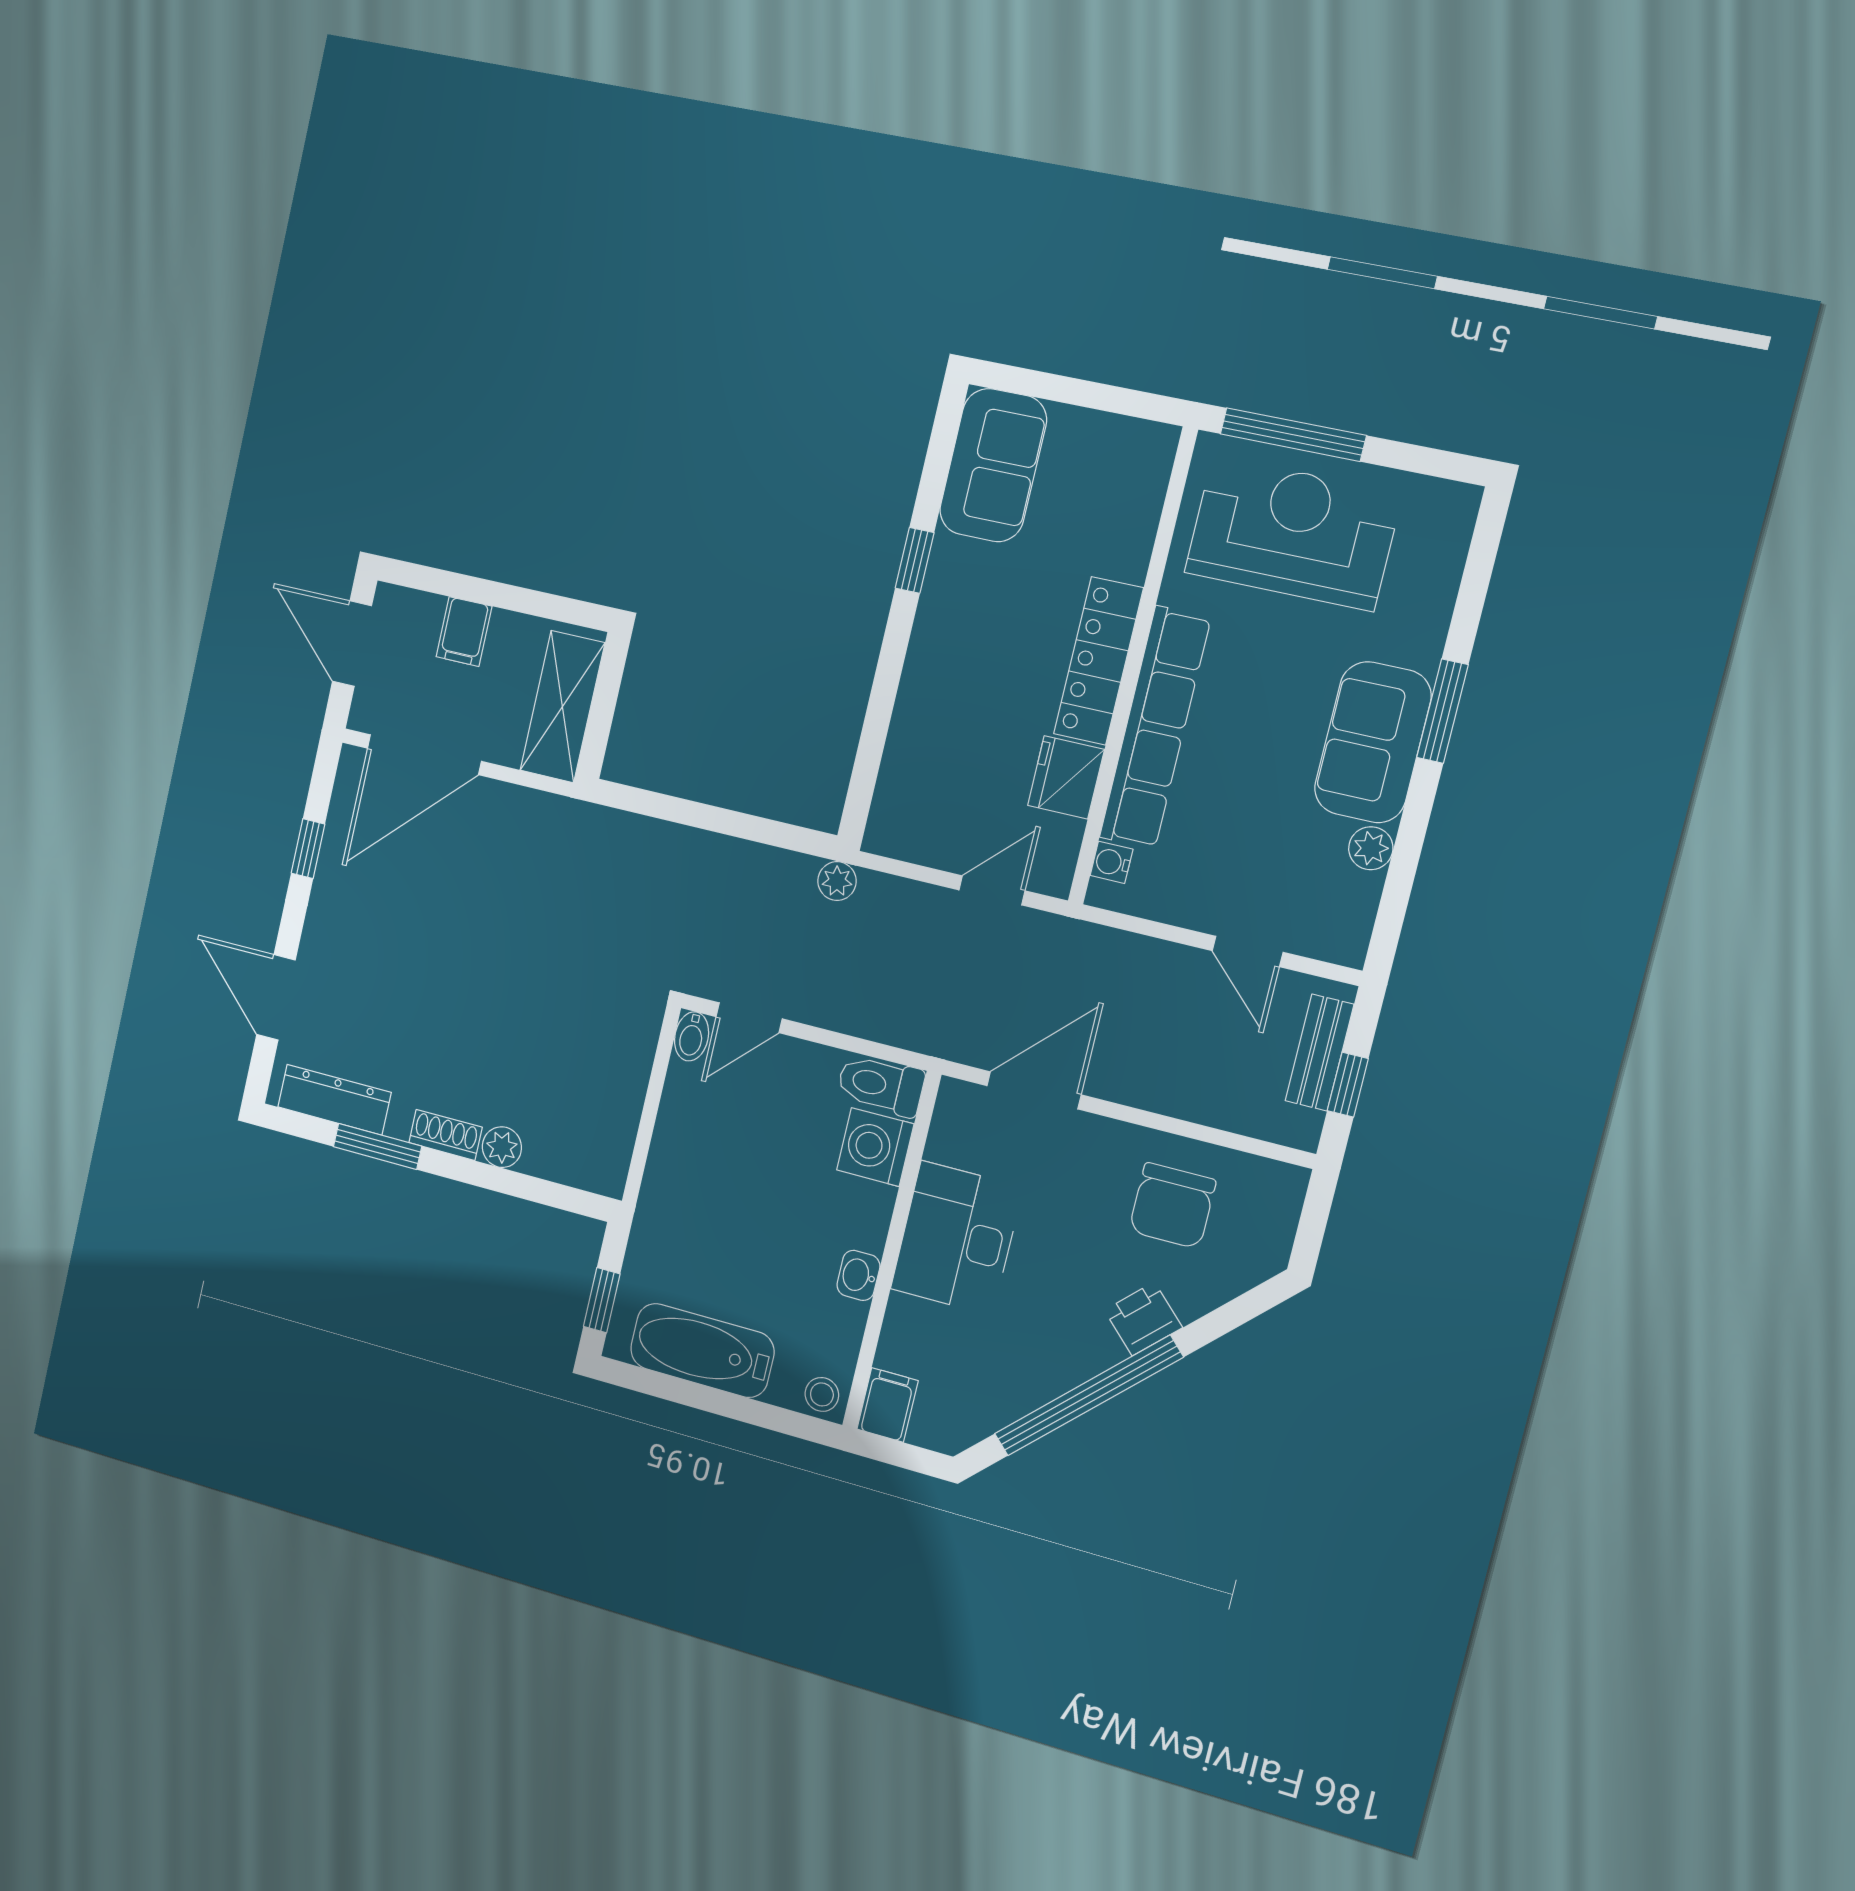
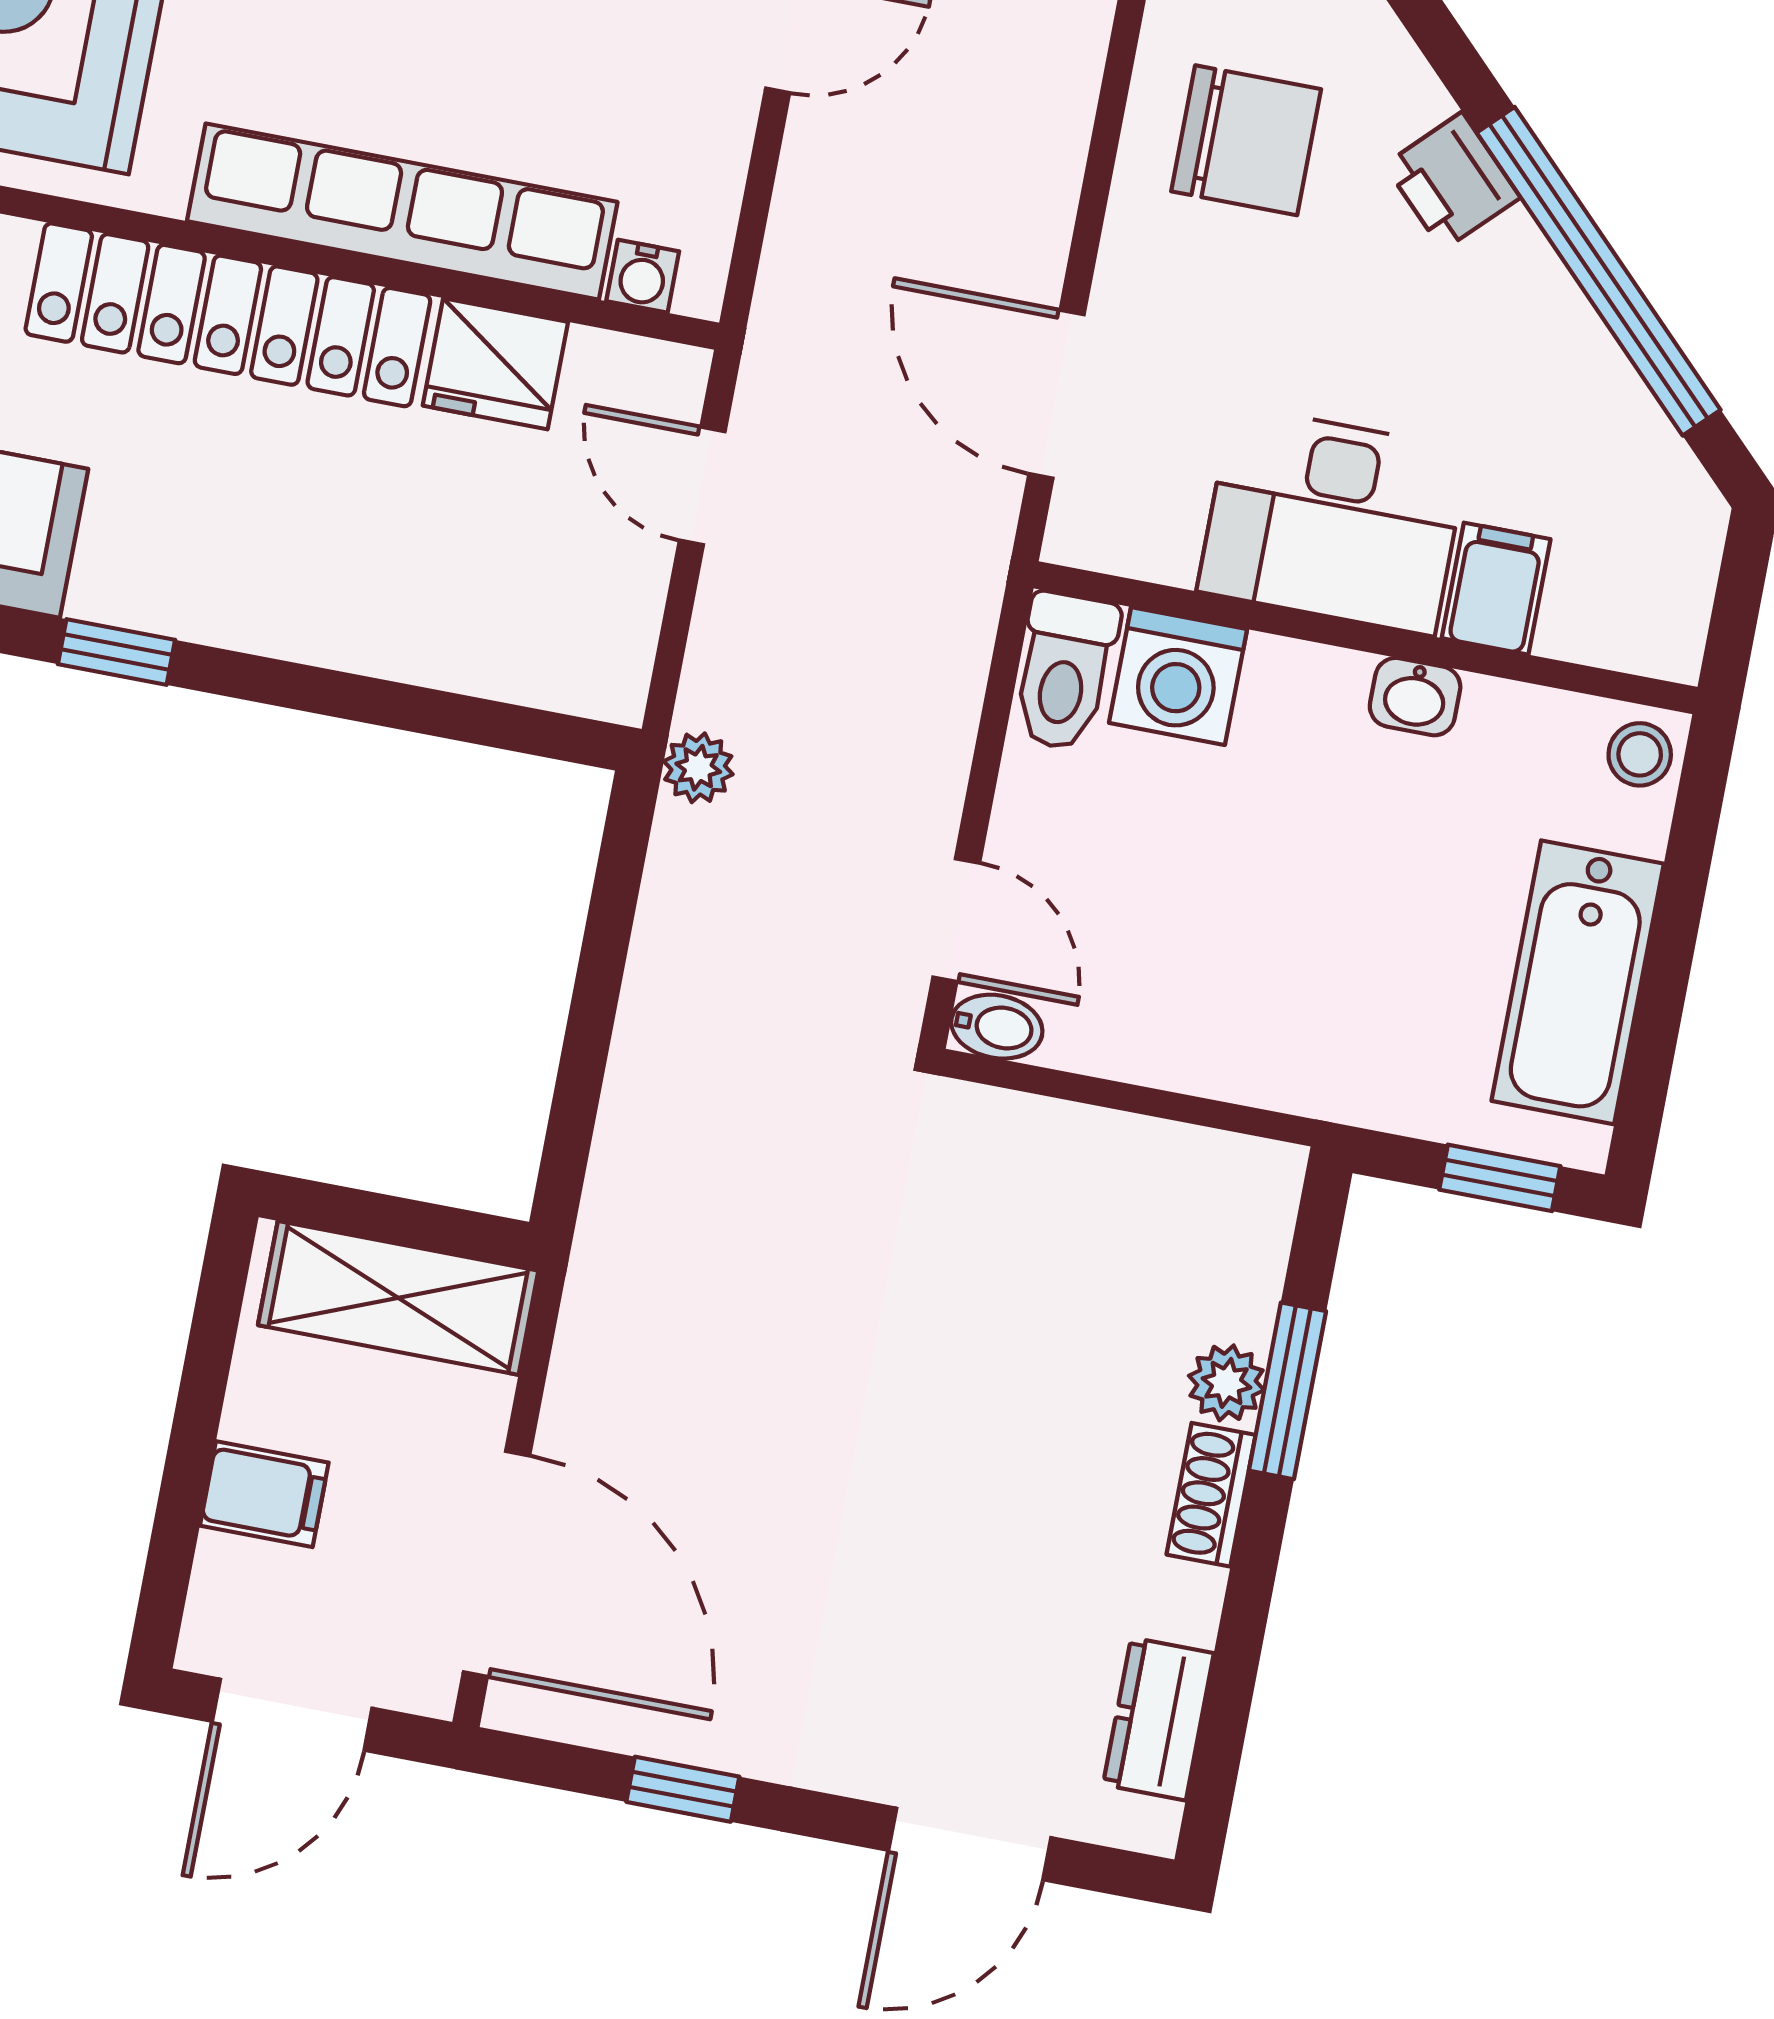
locker: (1098, 661) -> (228, 315), width x1.41, depth x1.21
dresser: (334, 1100) -> (1158, 1719), width x0.70
window: (378, 1146) -> (1287, 1391), moved
filing cabinet: (887, 1405) -> (1496, 589), moved, turned 90

